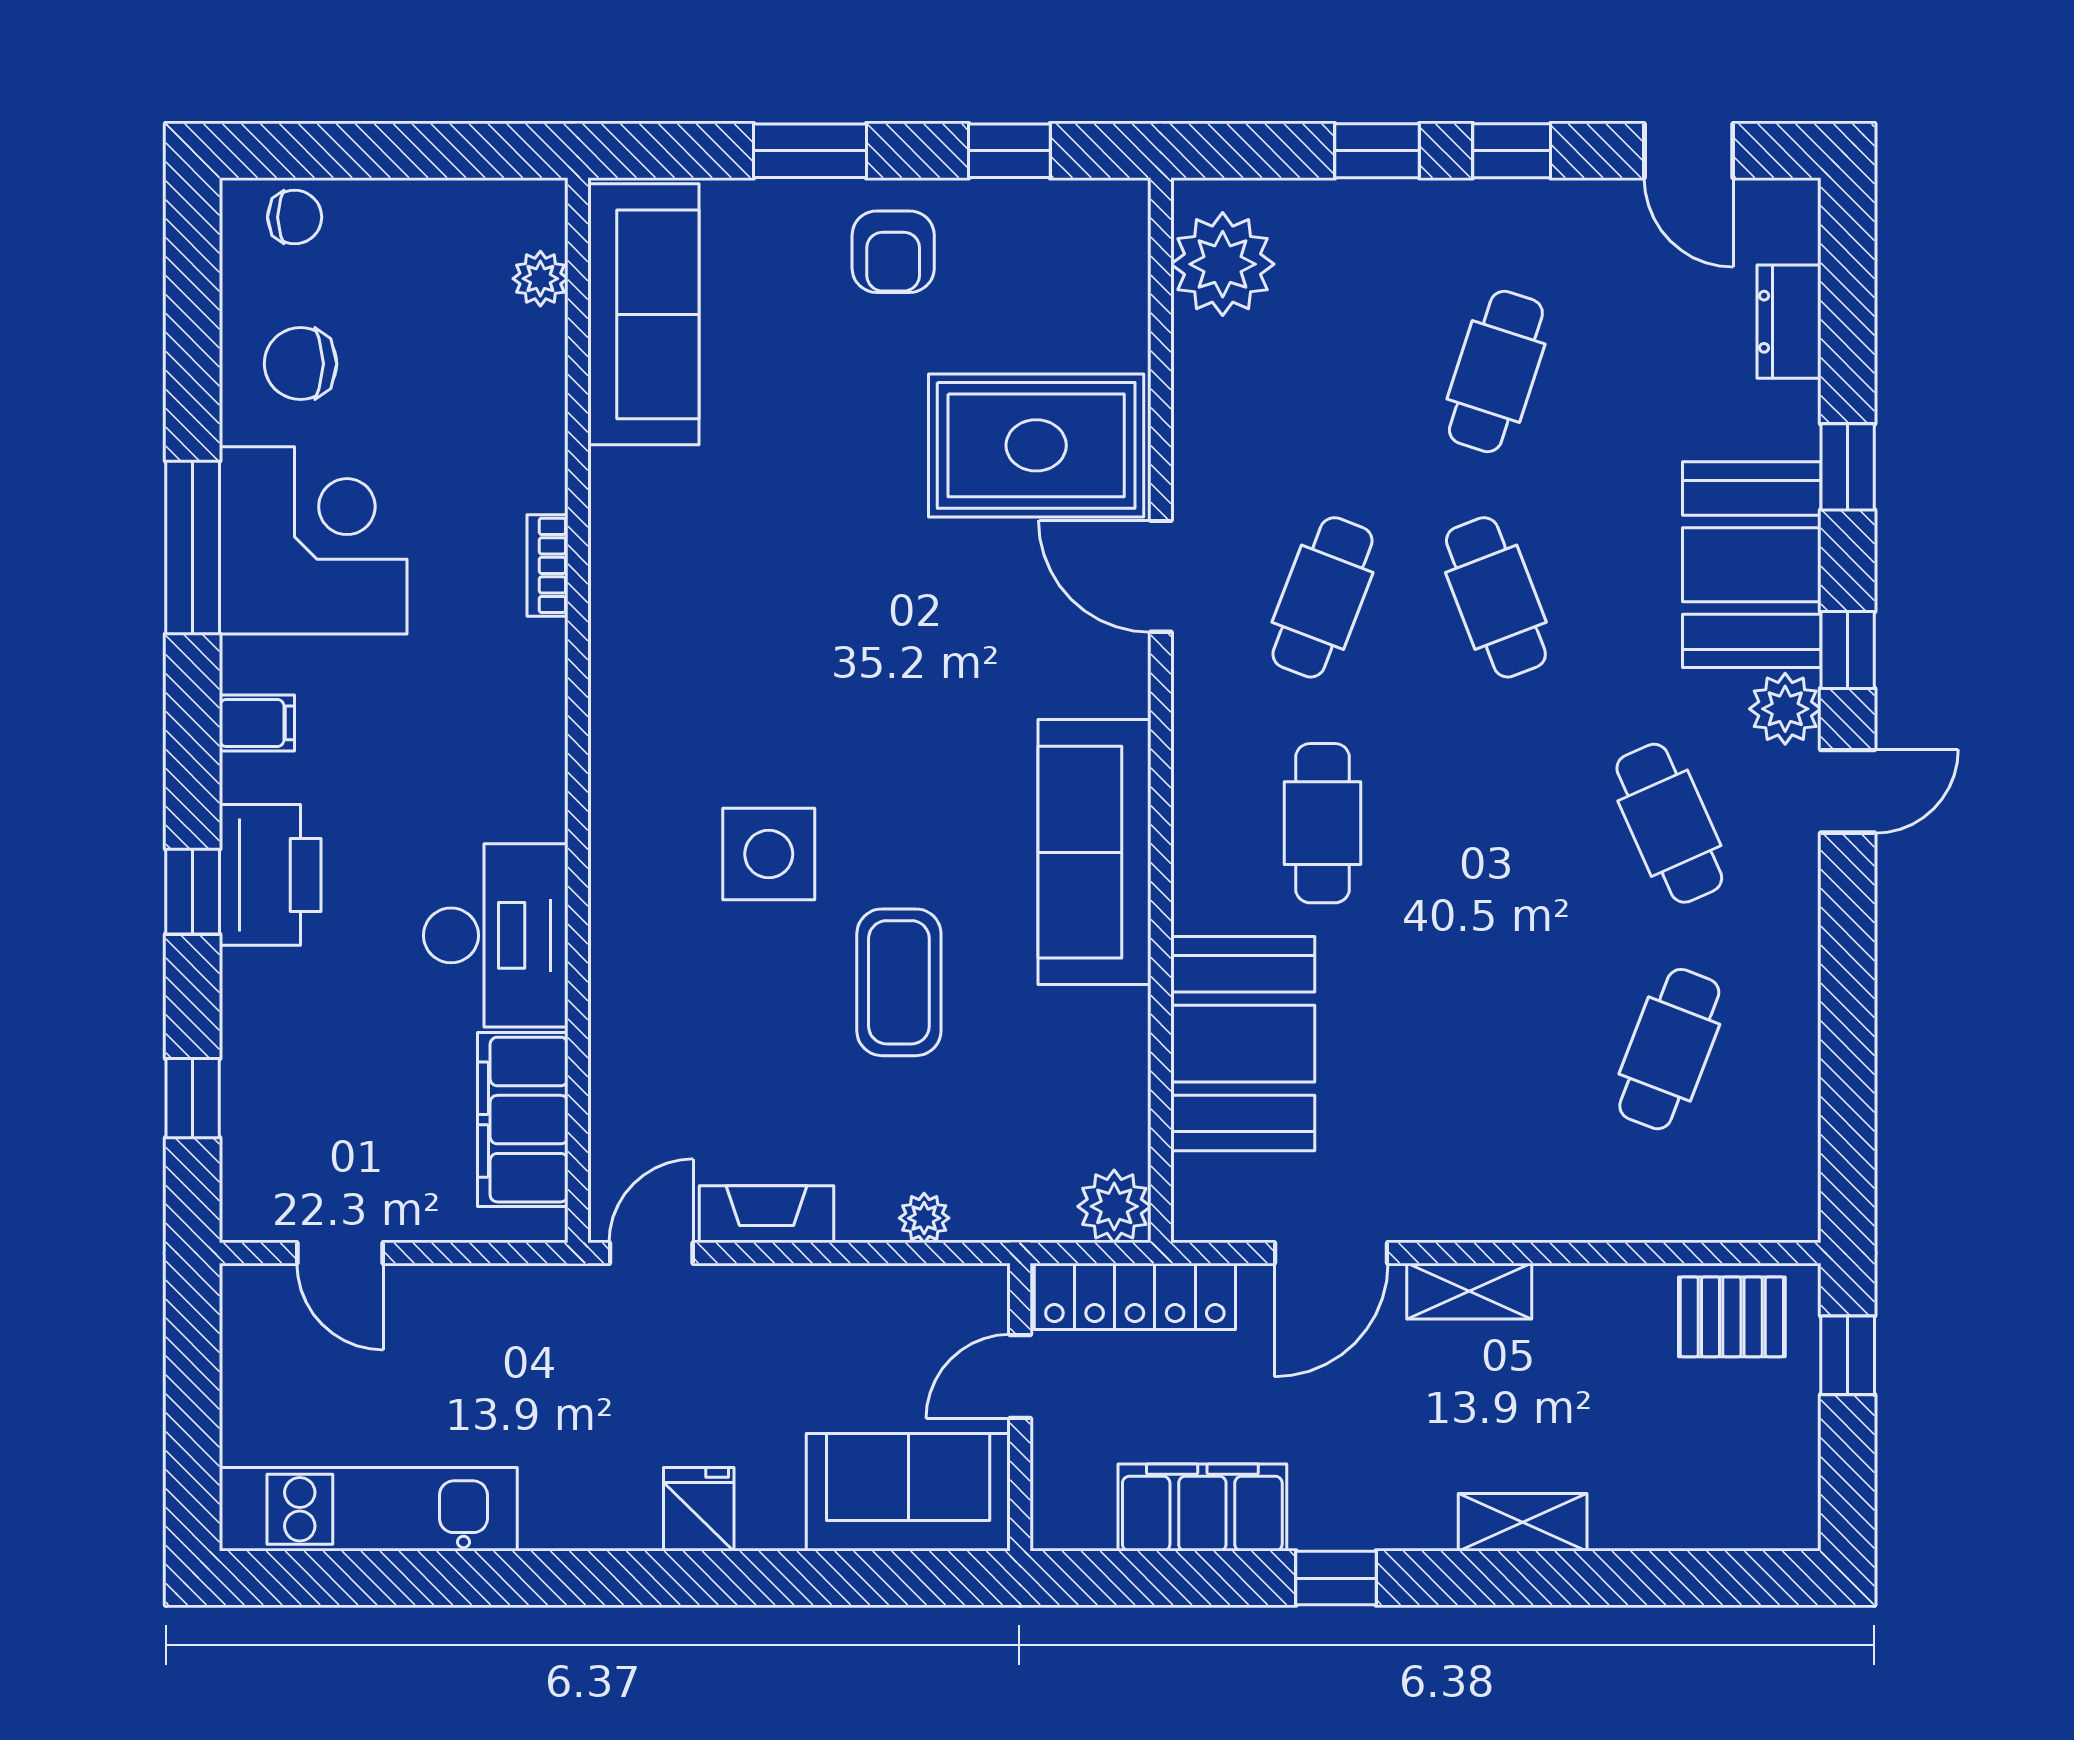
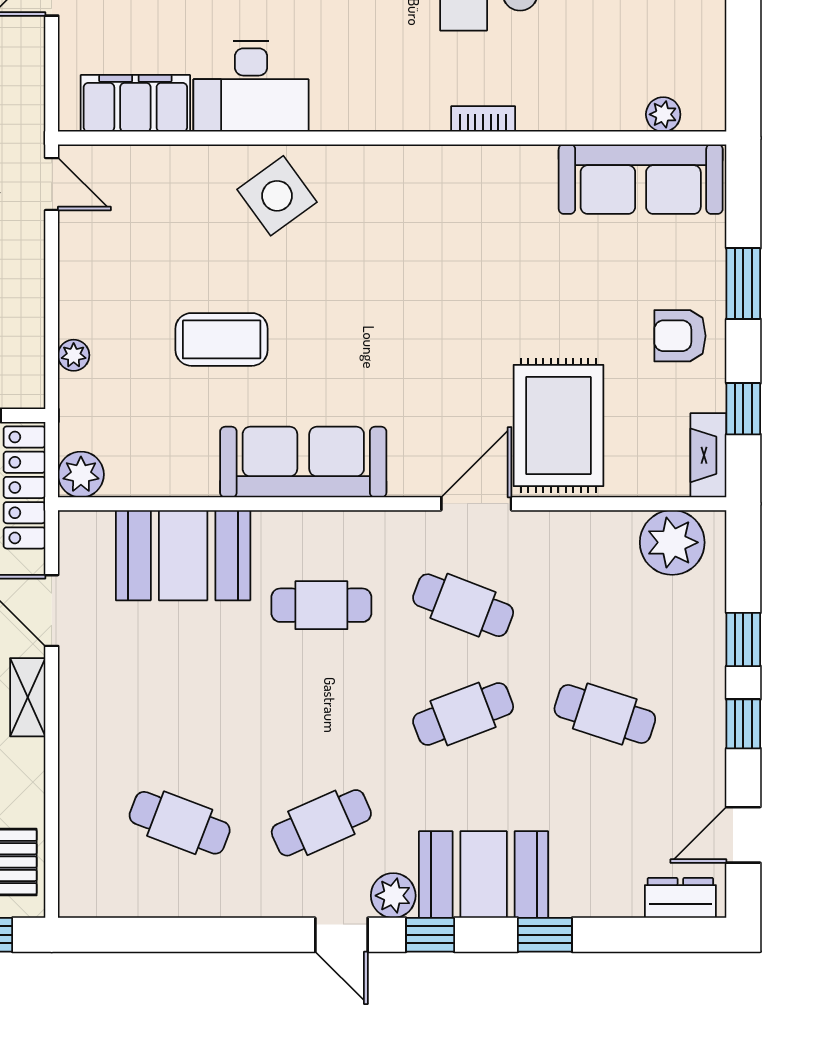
dresser: (1789, 322) -> (680, 898), moved
side table: (769, 854) -> (277, 196), moved, turned -36
fireplace: (766, 1214) -> (708, 455), moved, turned 180

